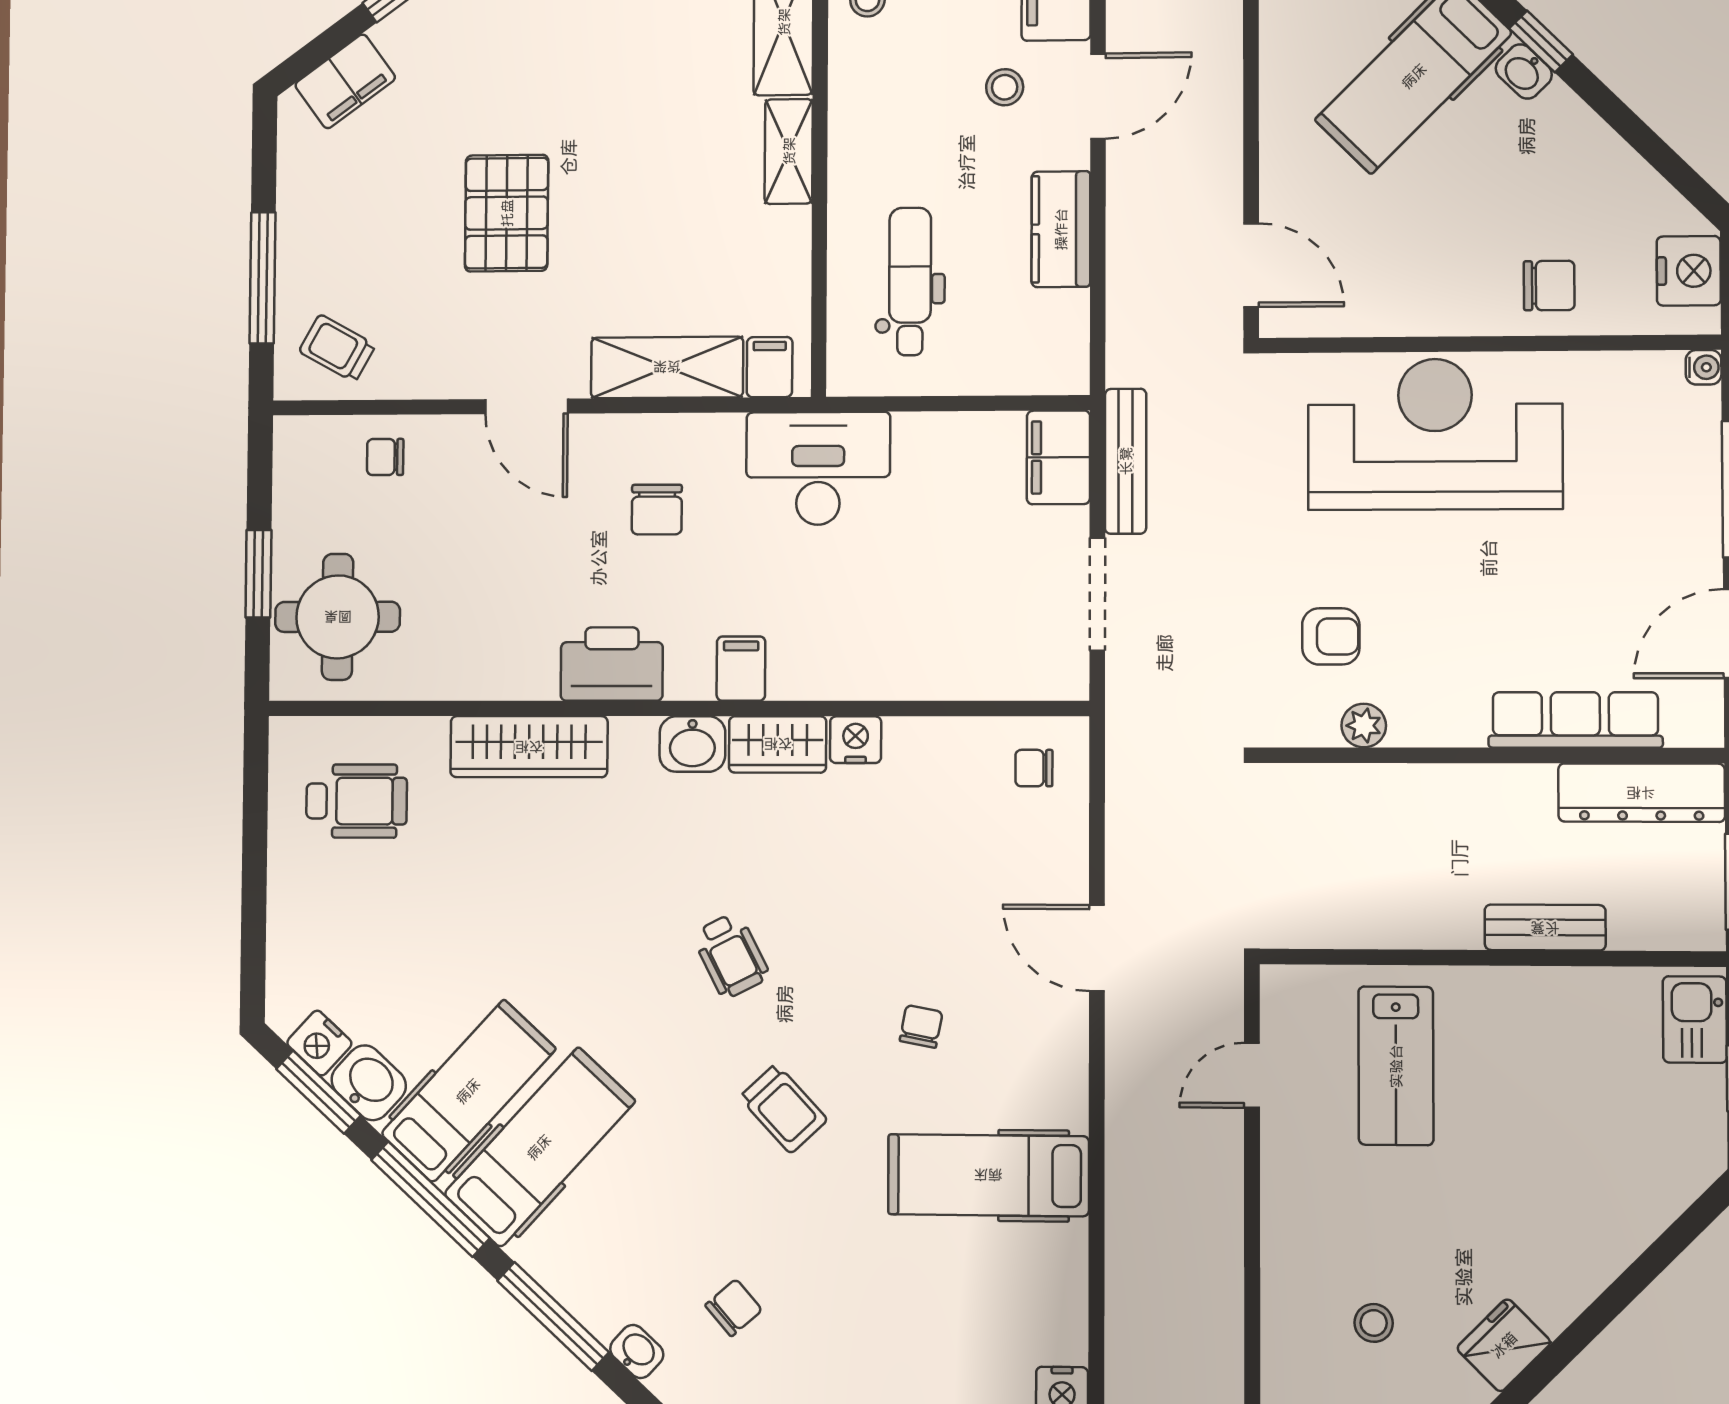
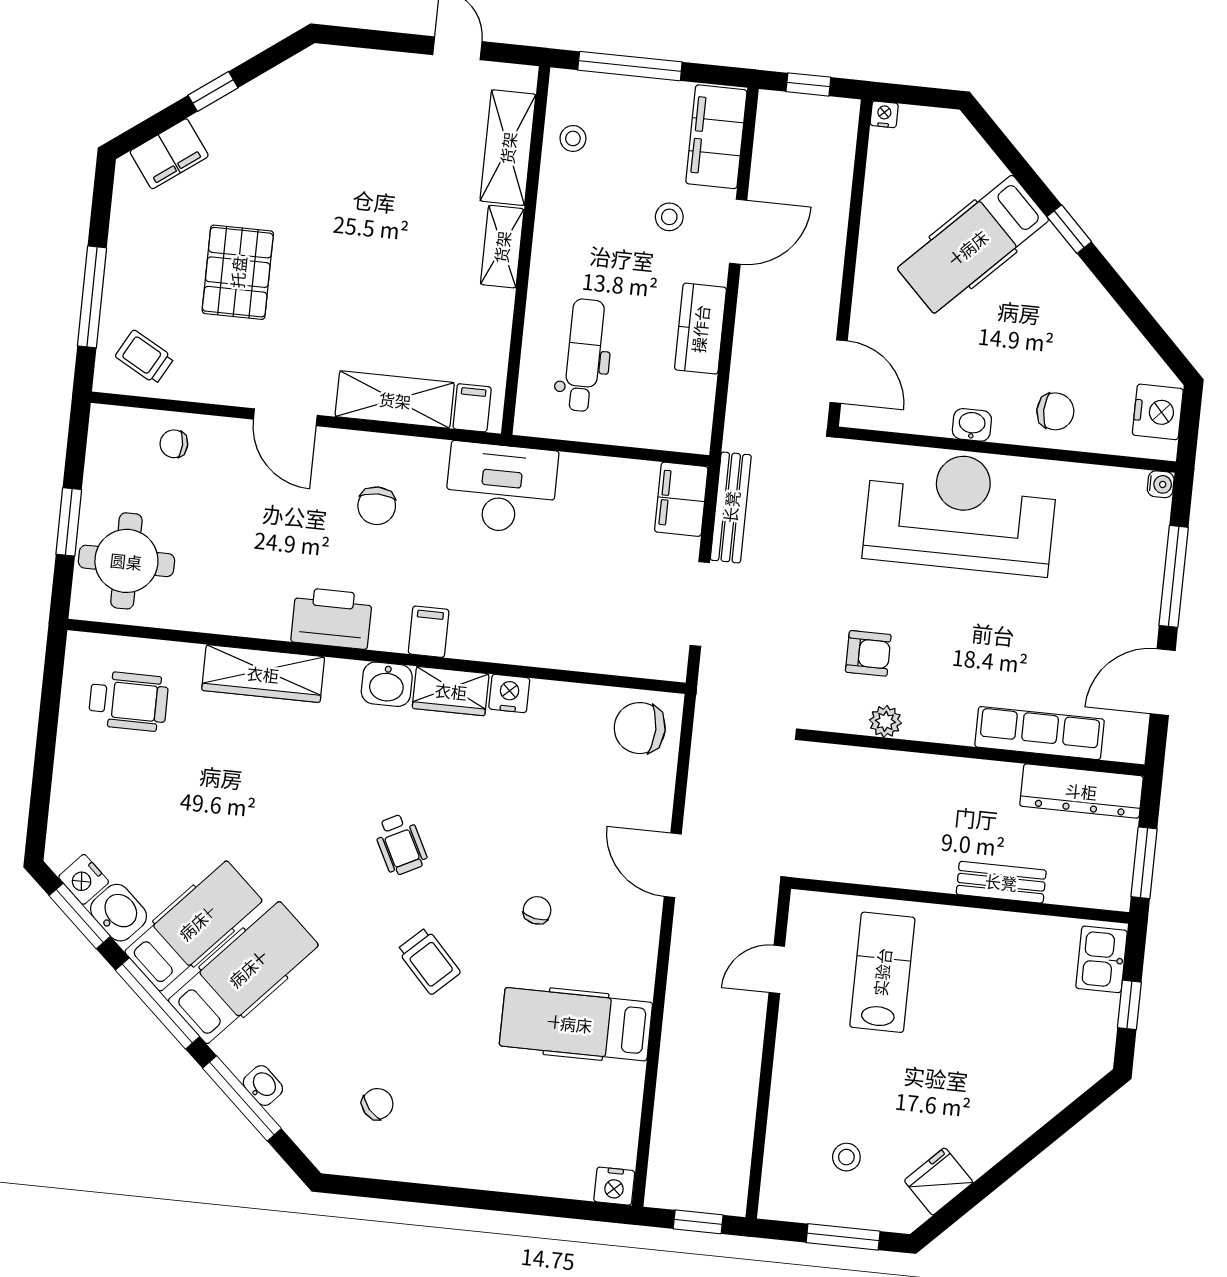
washbasin: (1524, 71) -> (972, 425), moved, turned 135
pallet: (507, 213) -> (238, 272), moved
chair: (1034, 768) -> (640, 728), width x1.87, depth x1.87
lab bench: (1396, 1066) -> (882, 972), turned 180
washbasin: (637, 1351) -> (263, 1086), moved

